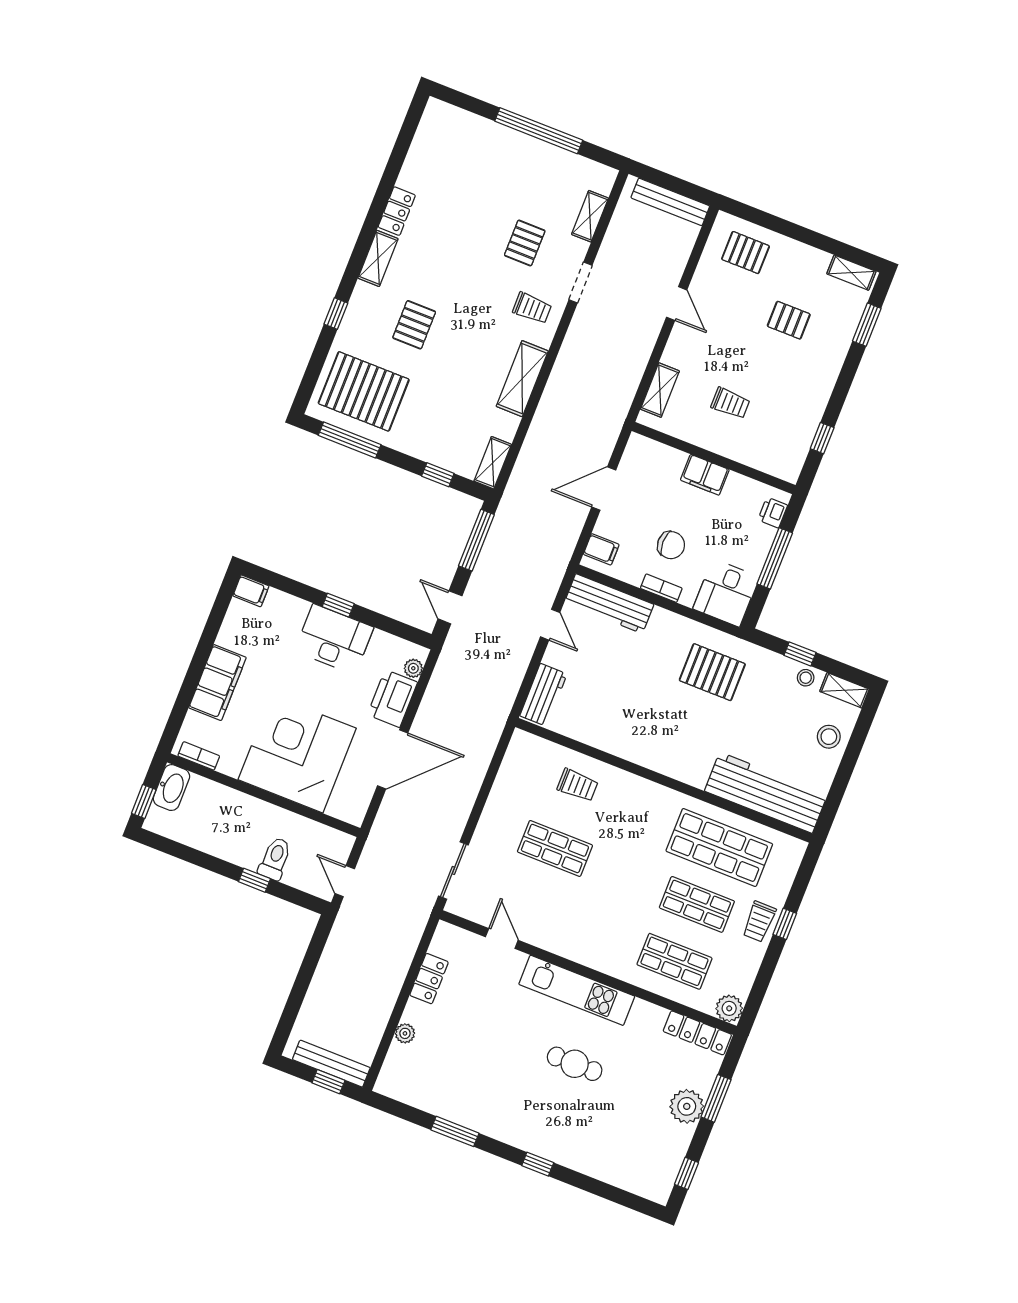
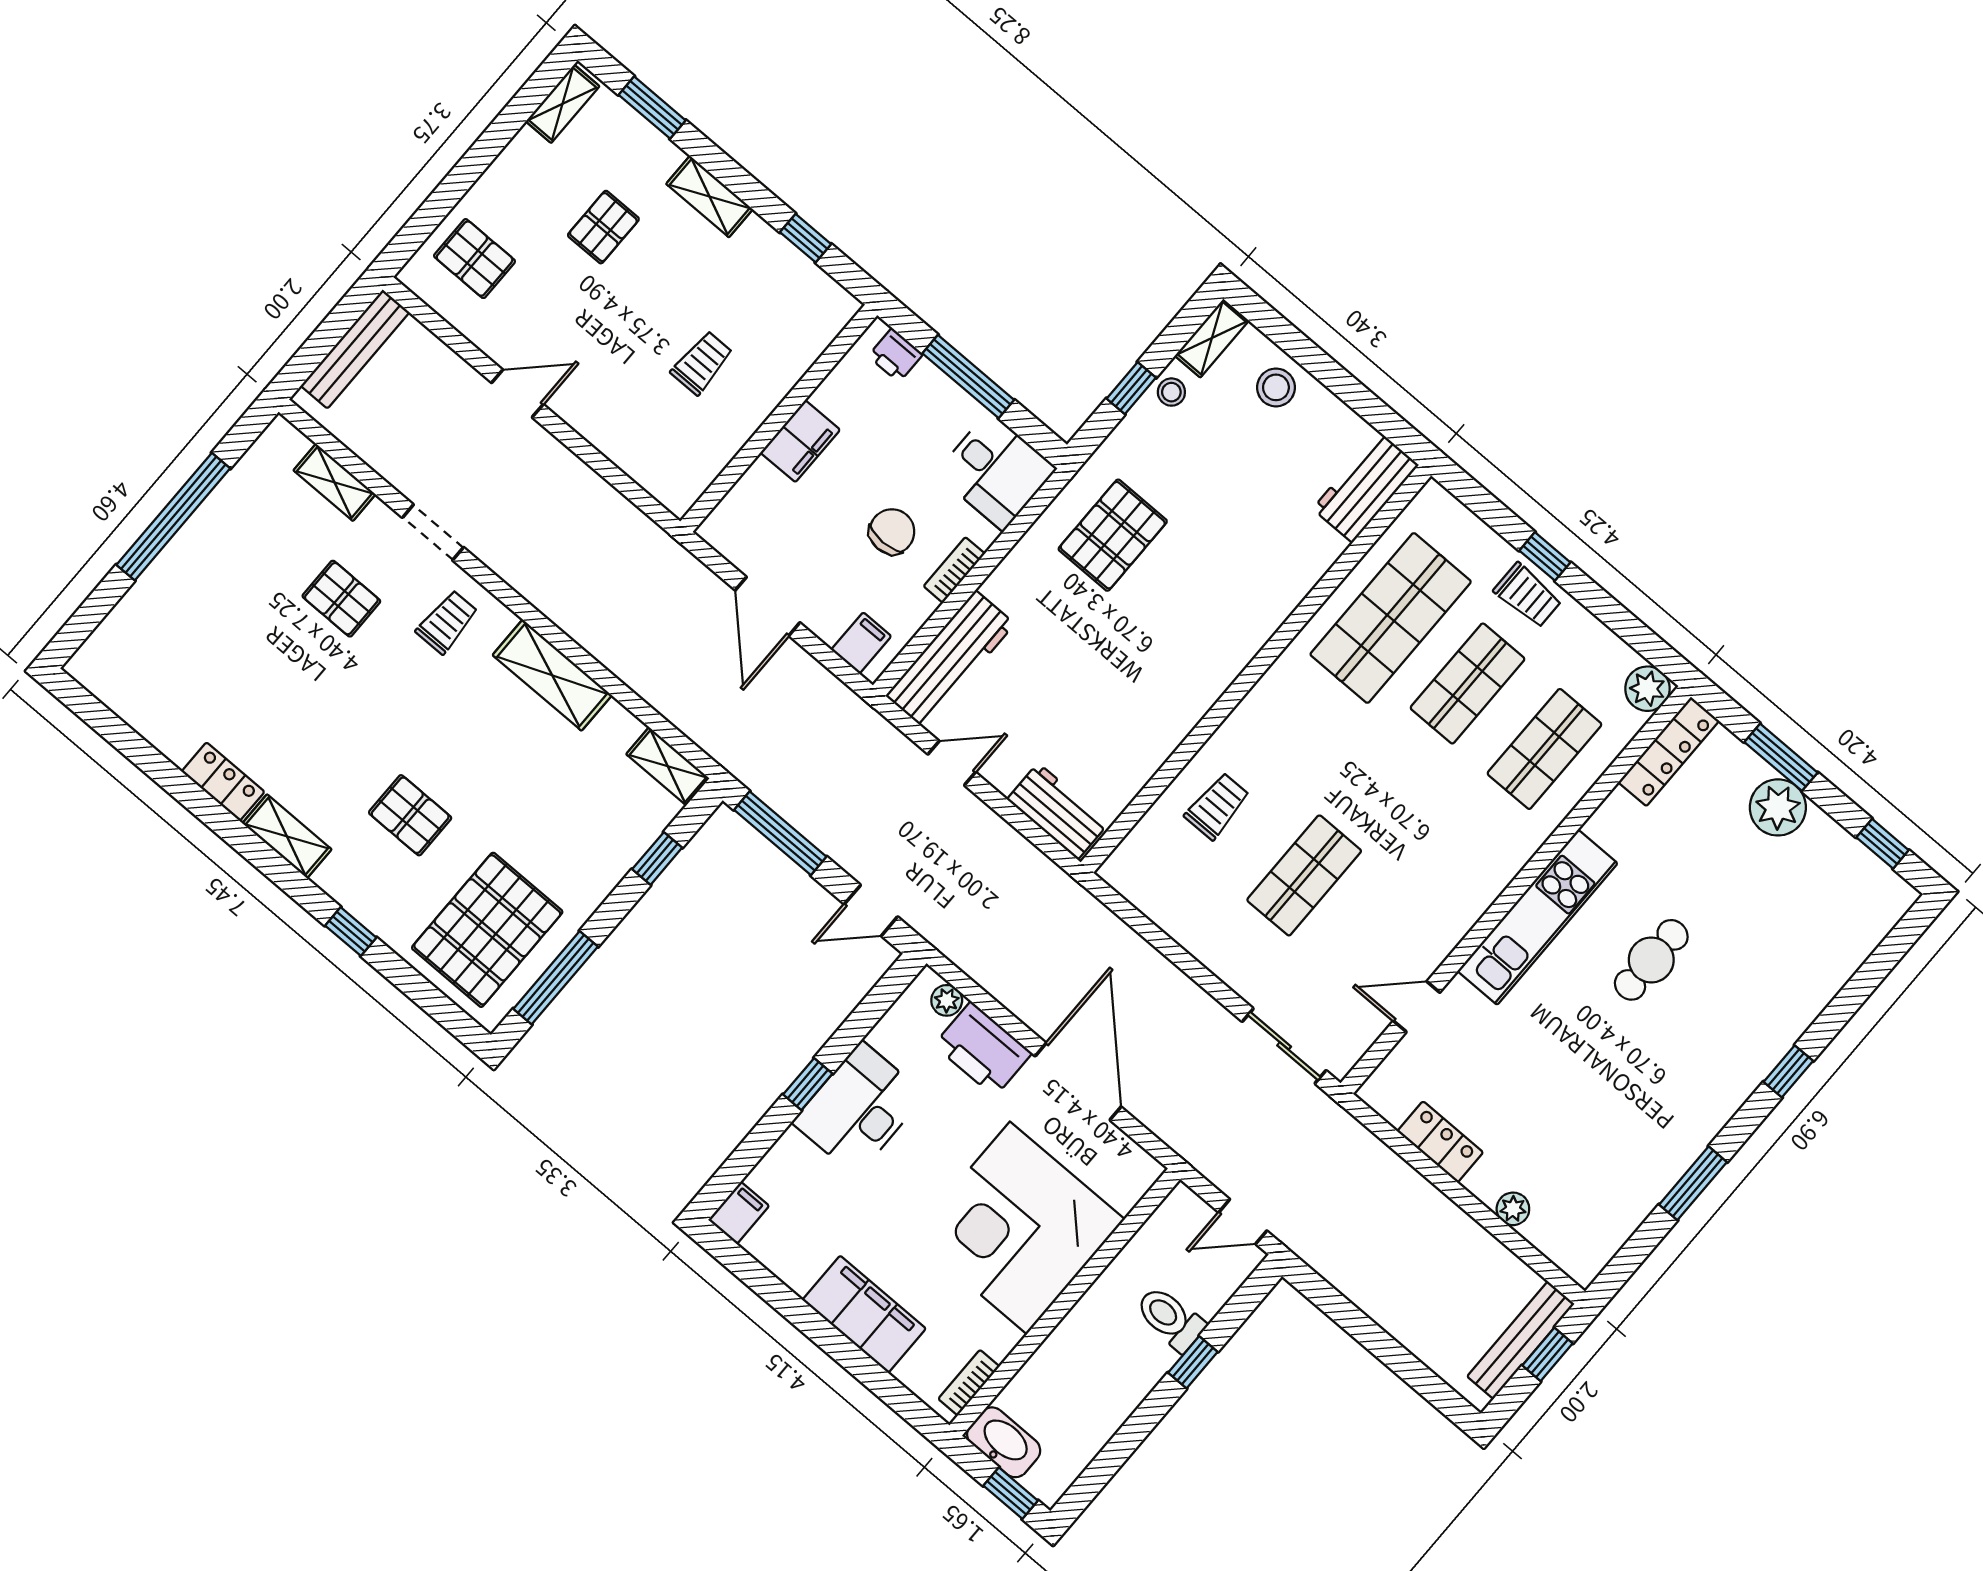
pallet: (746, 253) -> (475, 259), turned 90
shelving: (660, 390) -> (709, 197), moved
workbench: (766, 793) -> (1366, 487), width x0.53, depth x0.76

